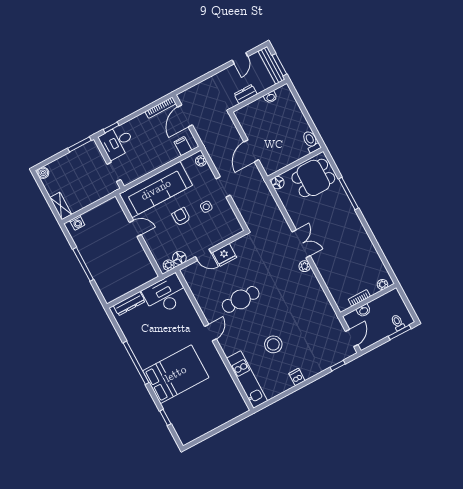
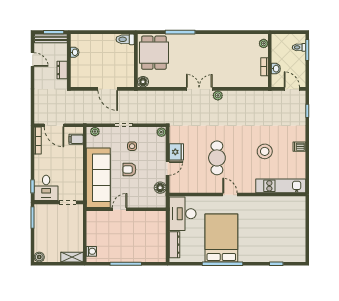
plant: (169, 265) -> (161, 132), moved
bed: (176, 374) -> (221, 238), moved

